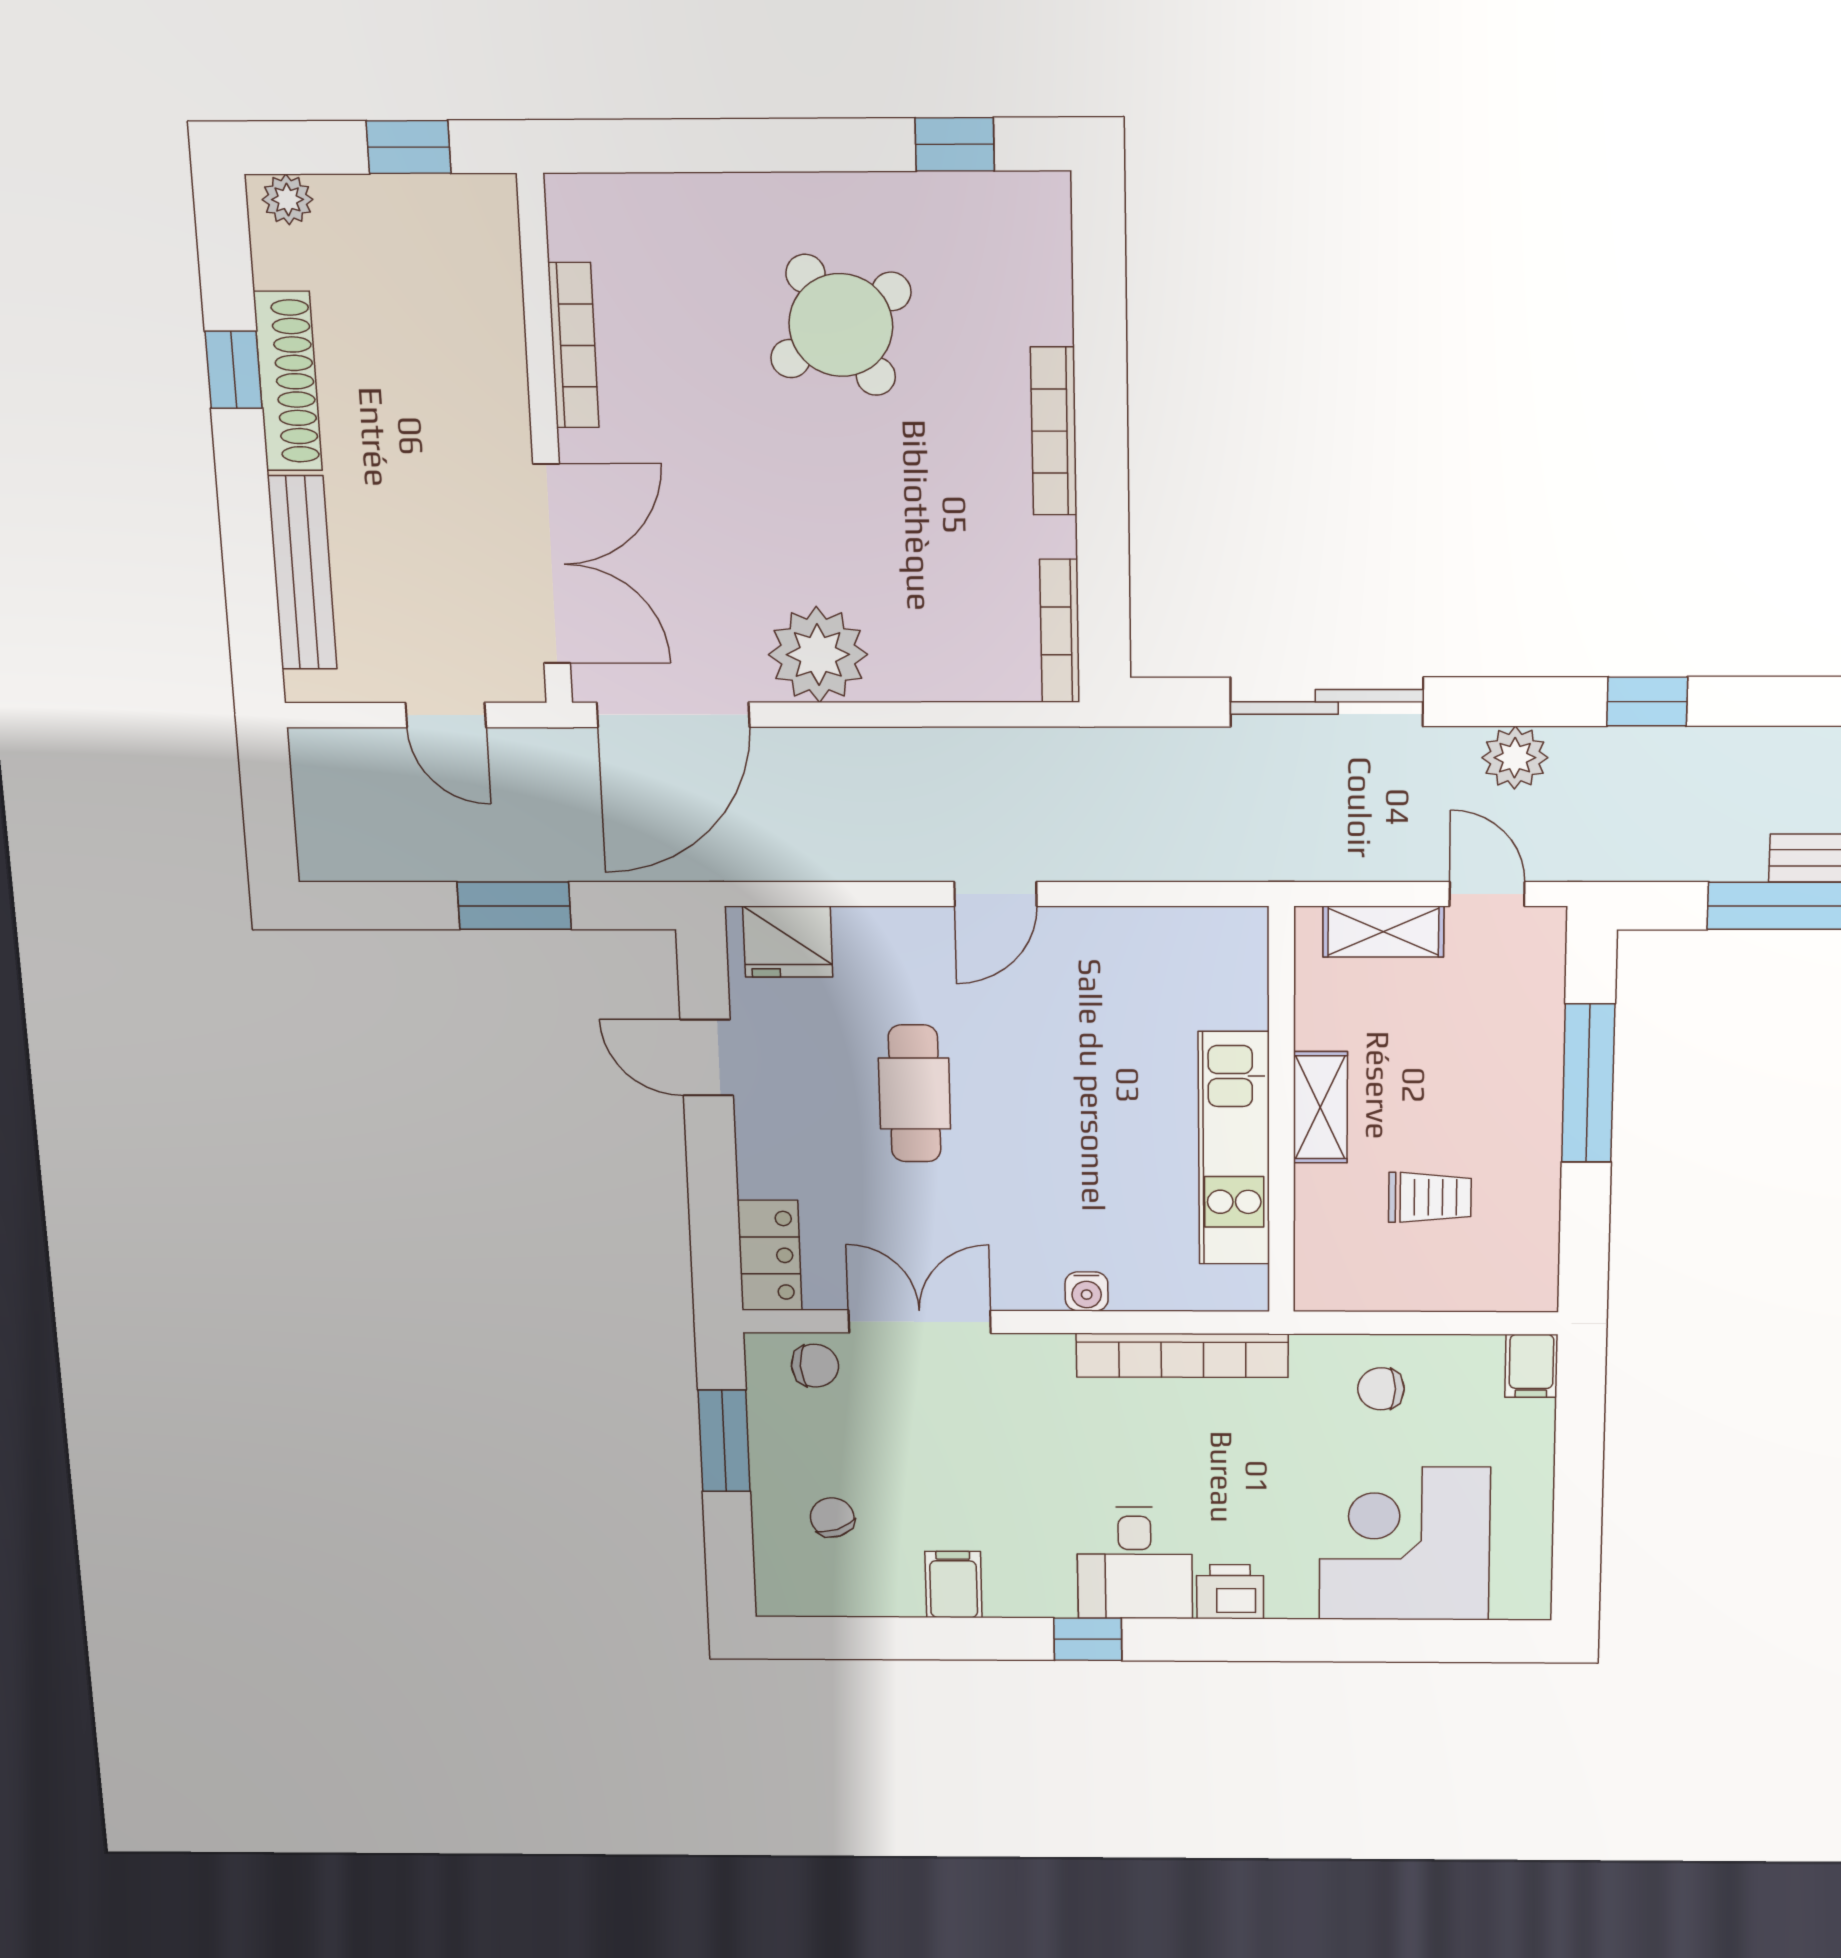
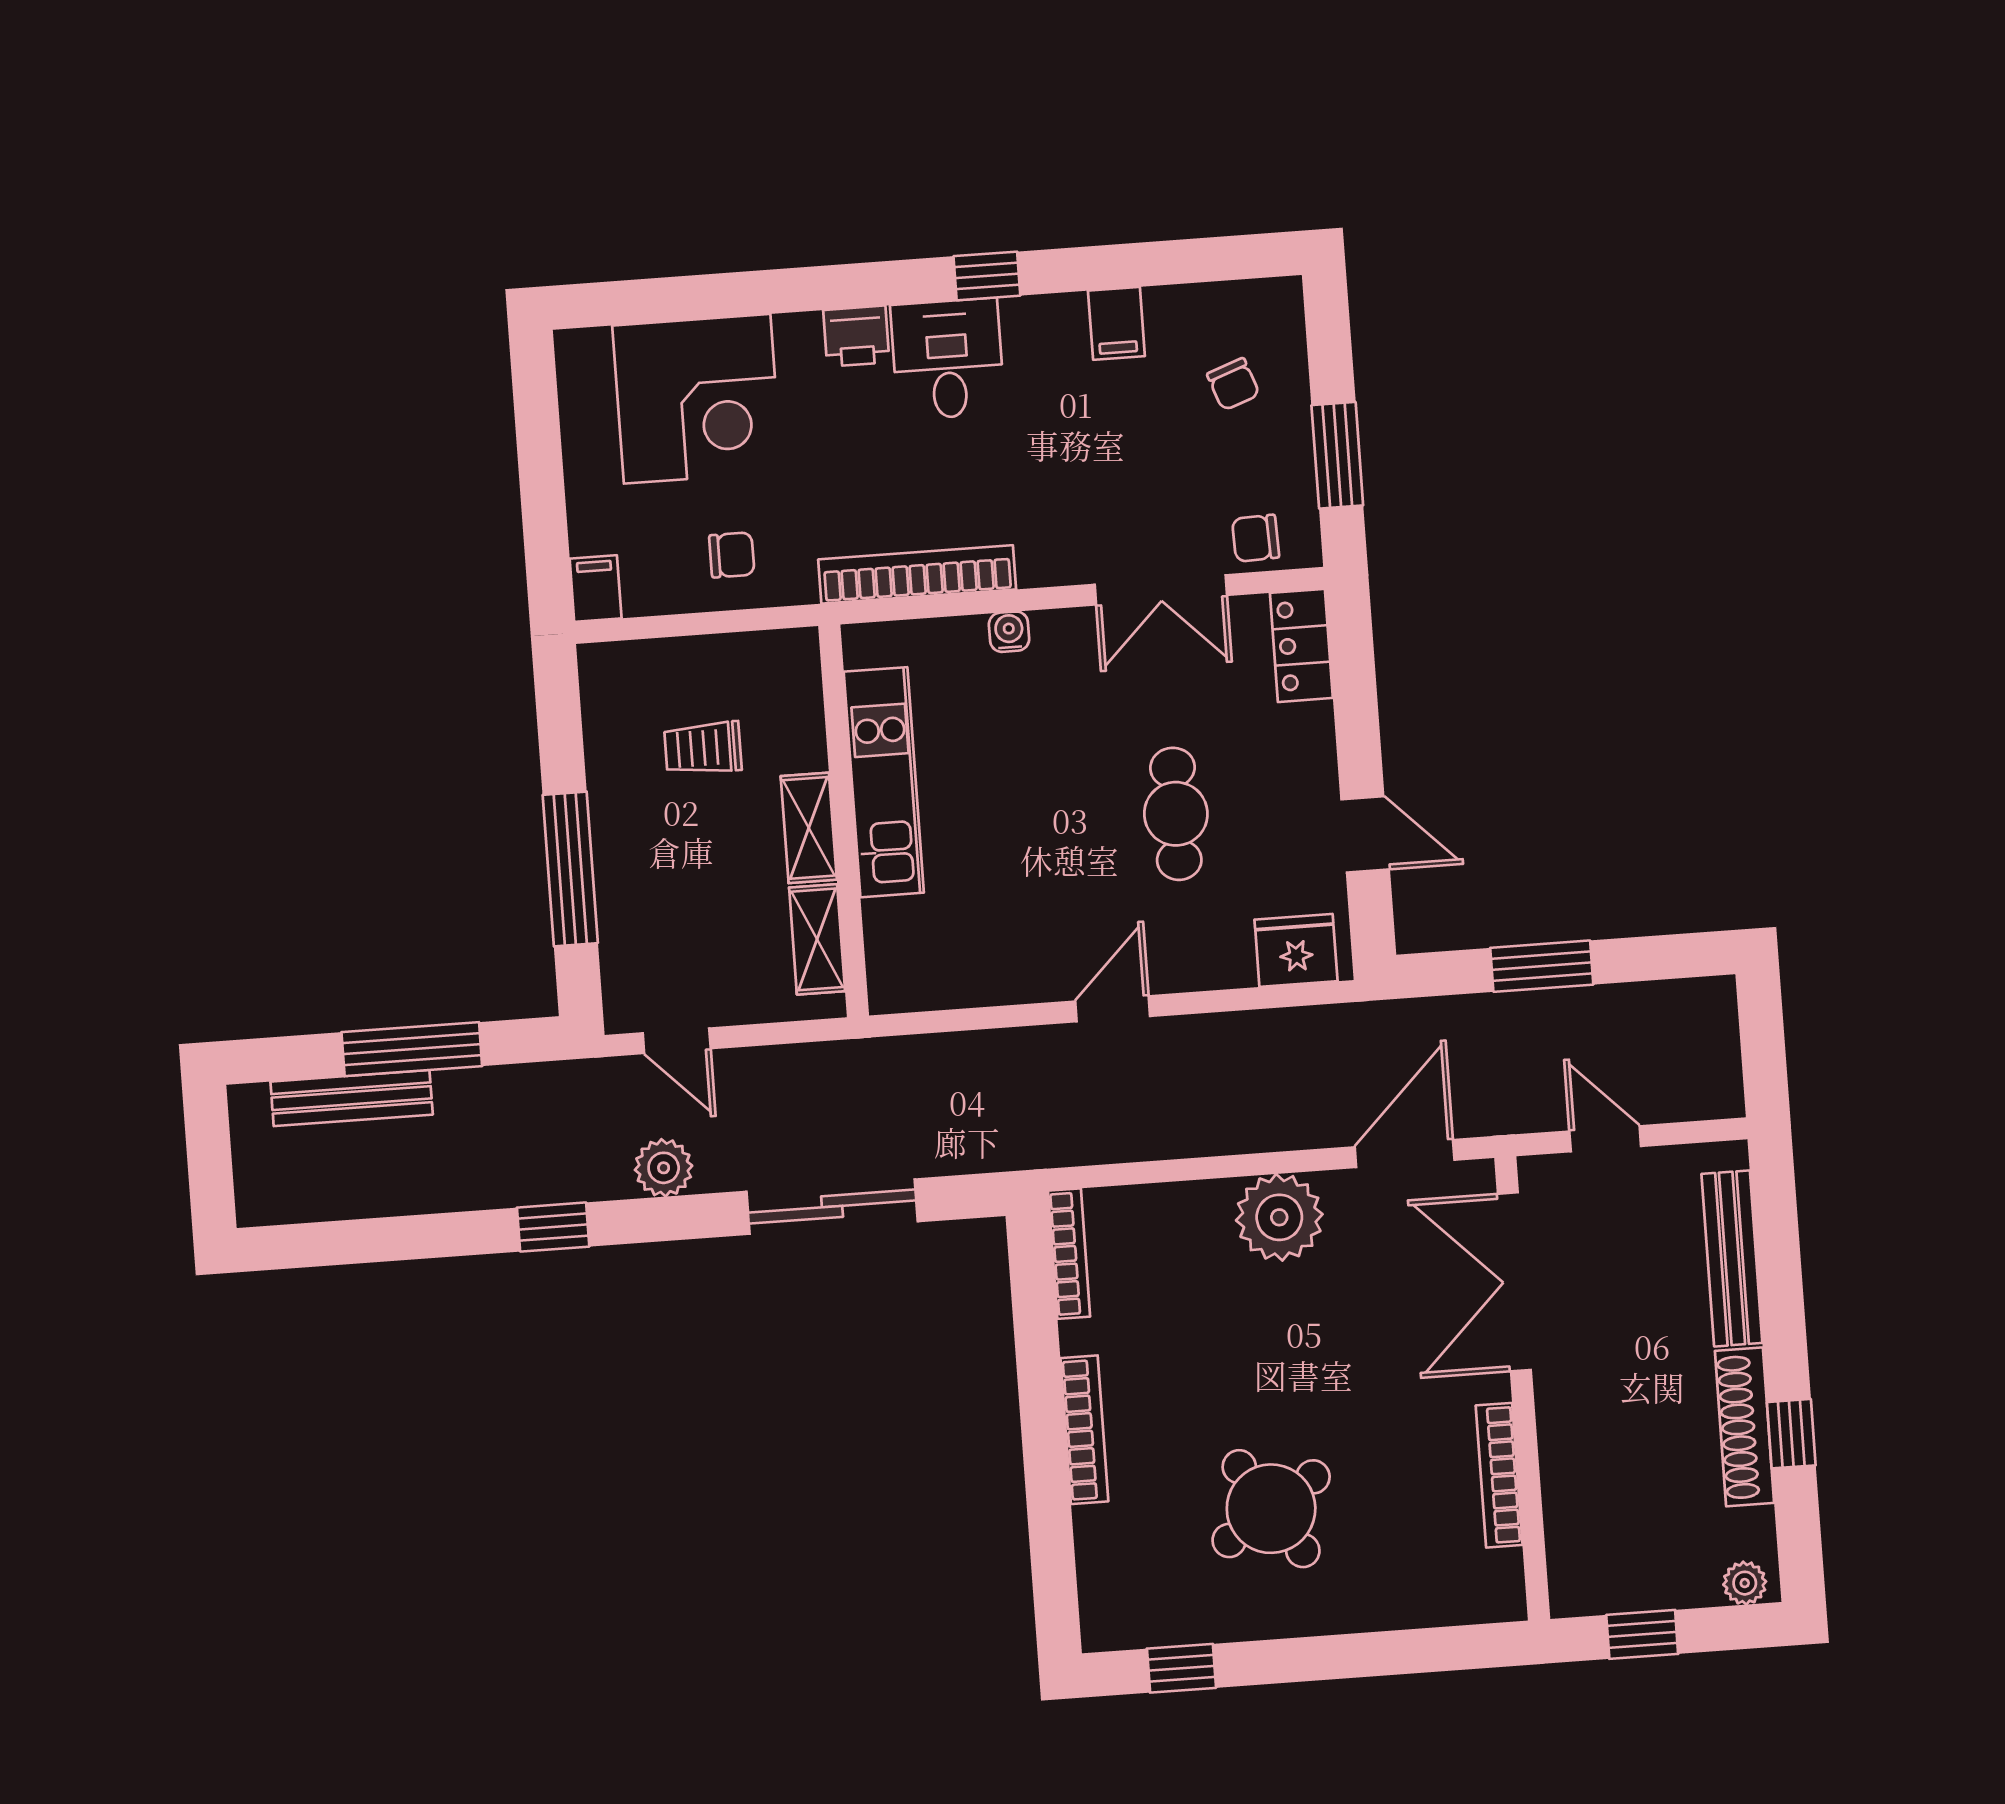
door: (673, 715) -> (1405, 1153), width x0.73
shelving: (1383, 932) -> (817, 939), moved, turned 90

